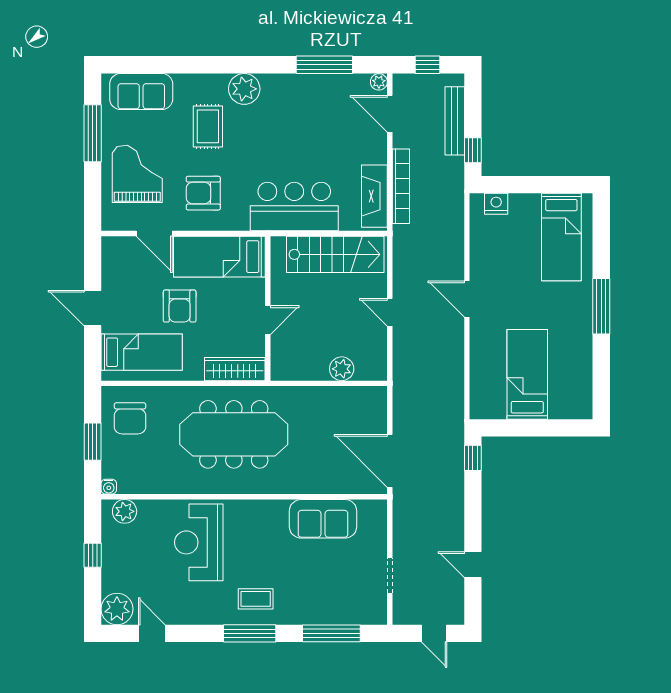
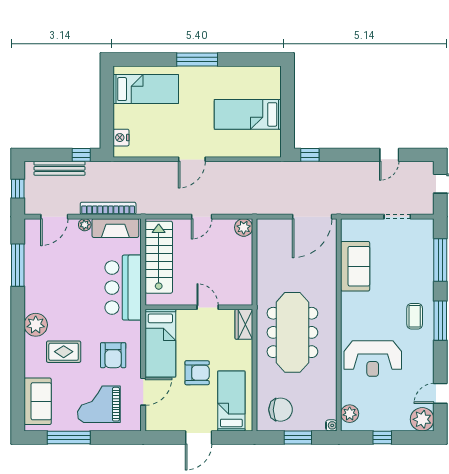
plant: (379, 82) -> (85, 225), moved
wardrobe: (235, 369) -> (244, 324), width x0.67
plant: (342, 369) -> (244, 227), moved

